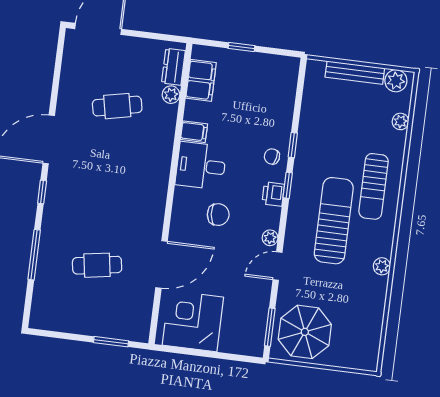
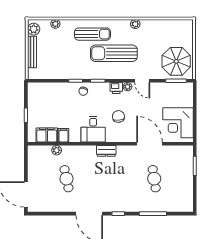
dresser: (173, 67) -> (106, 151), moved
filing cabinet: (194, 132) -> (63, 135), moved
printer: (273, 194) -> (116, 88), moved

